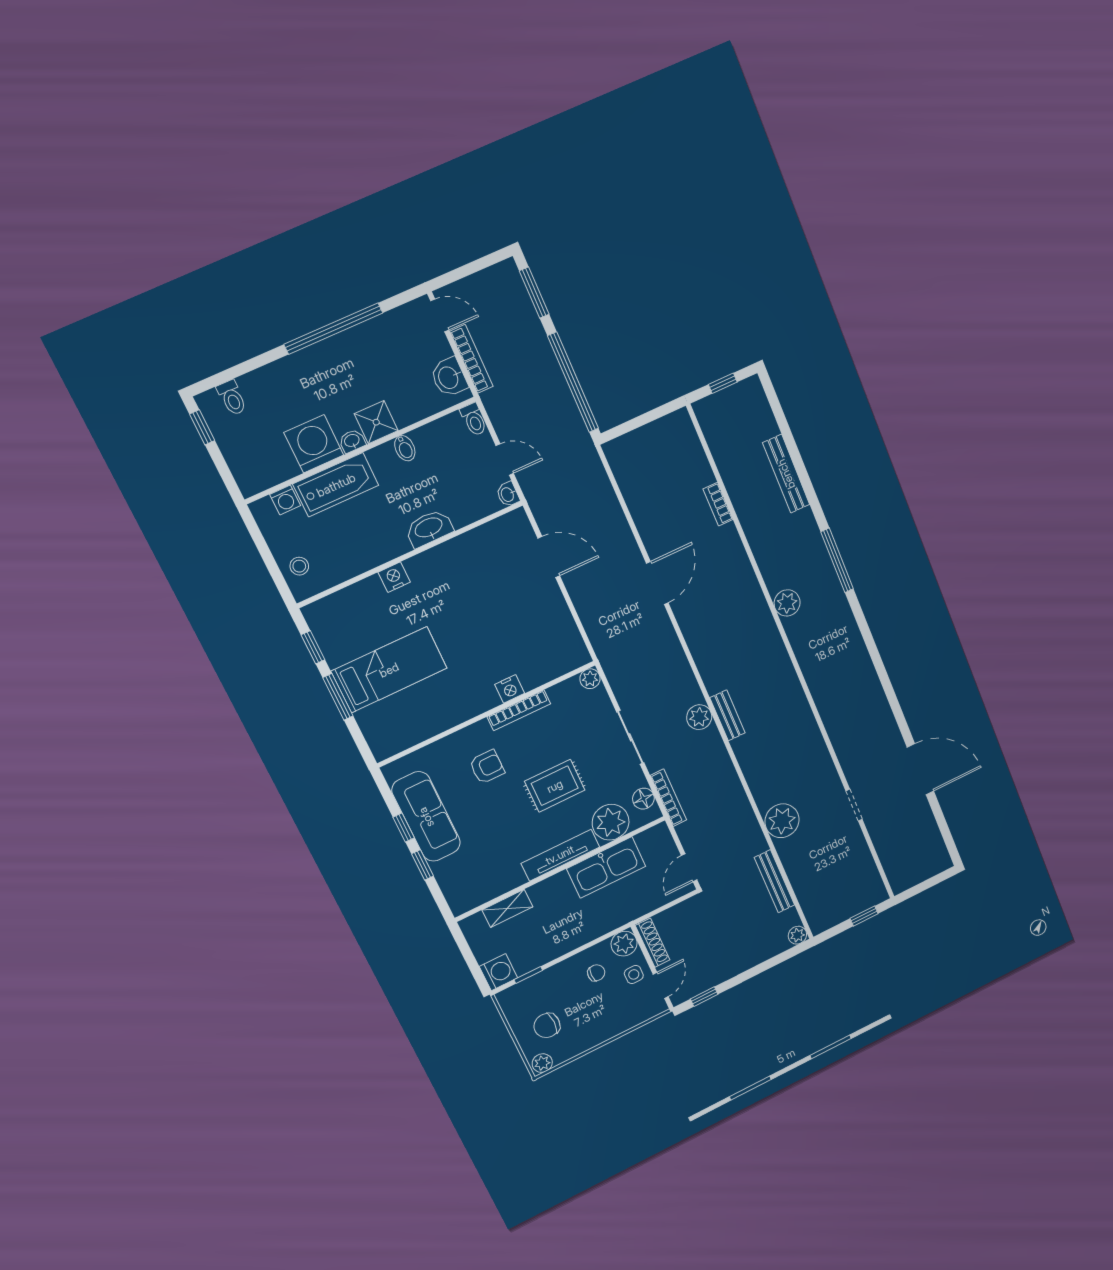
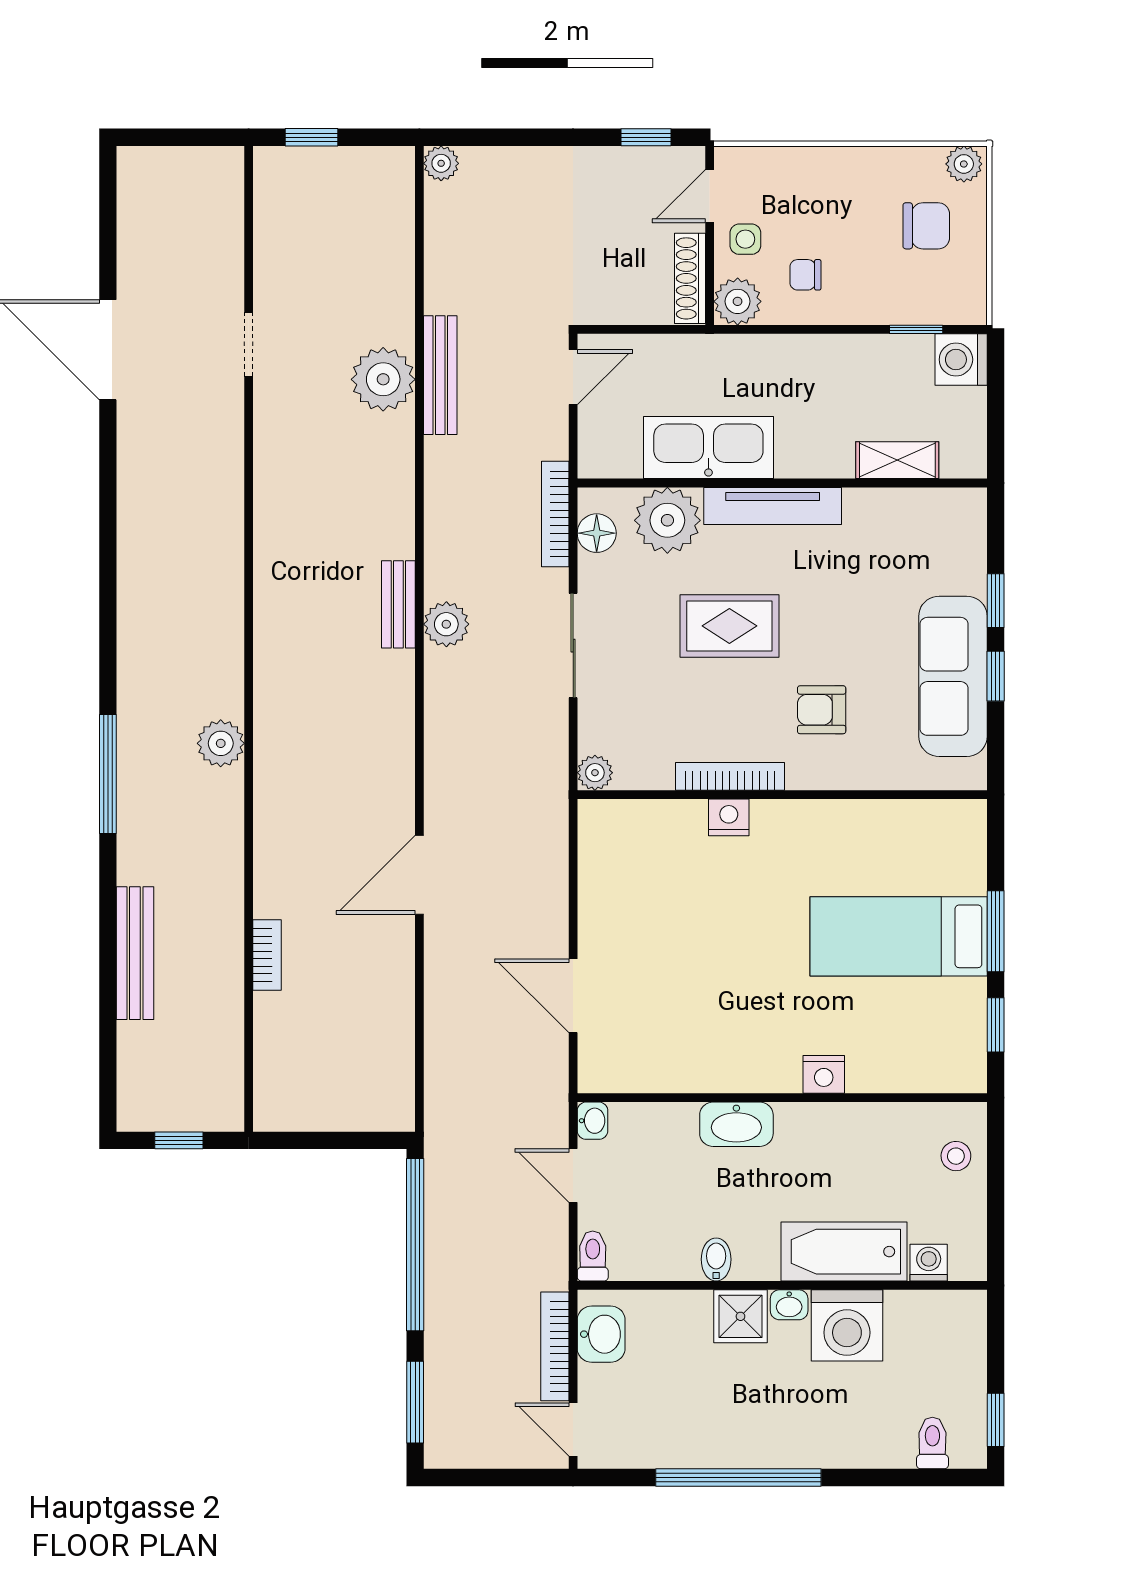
bench: (774, 881) -> (440, 375), moved

